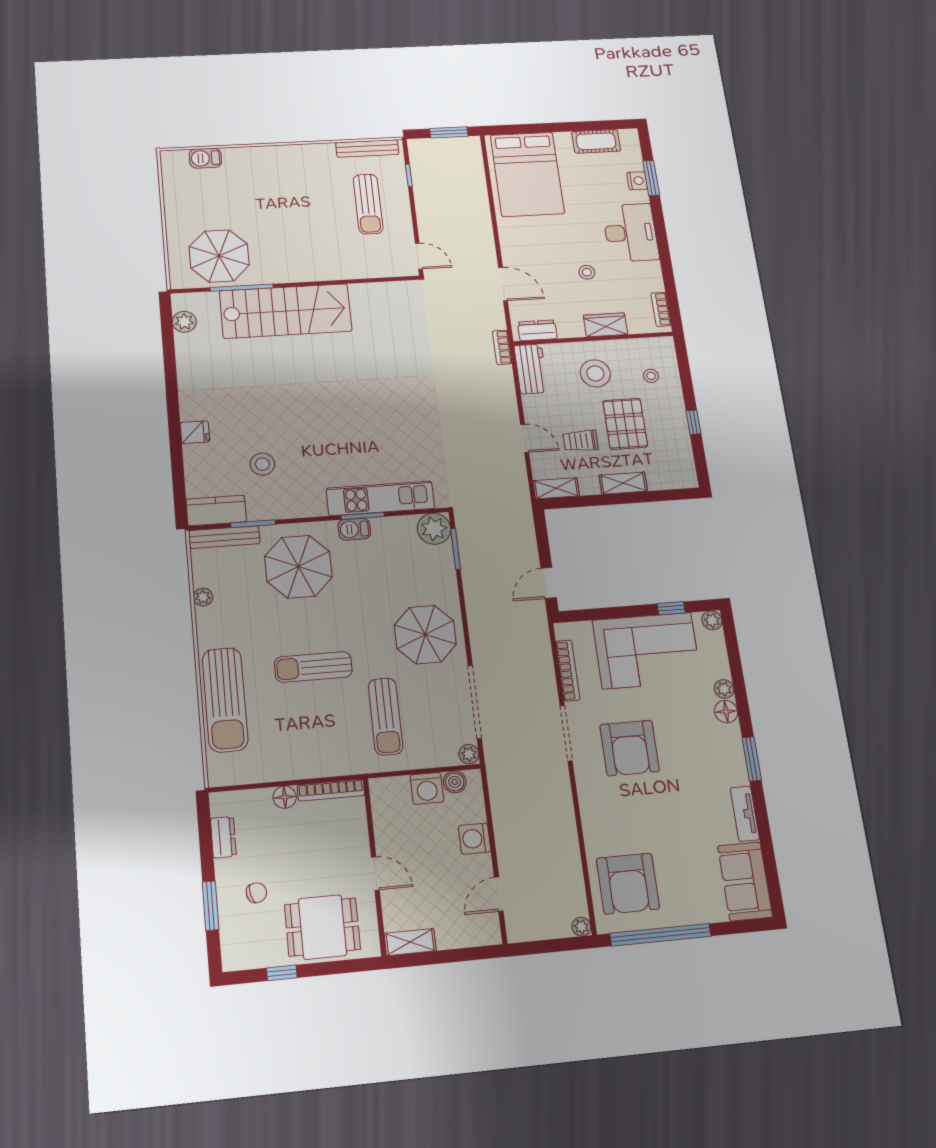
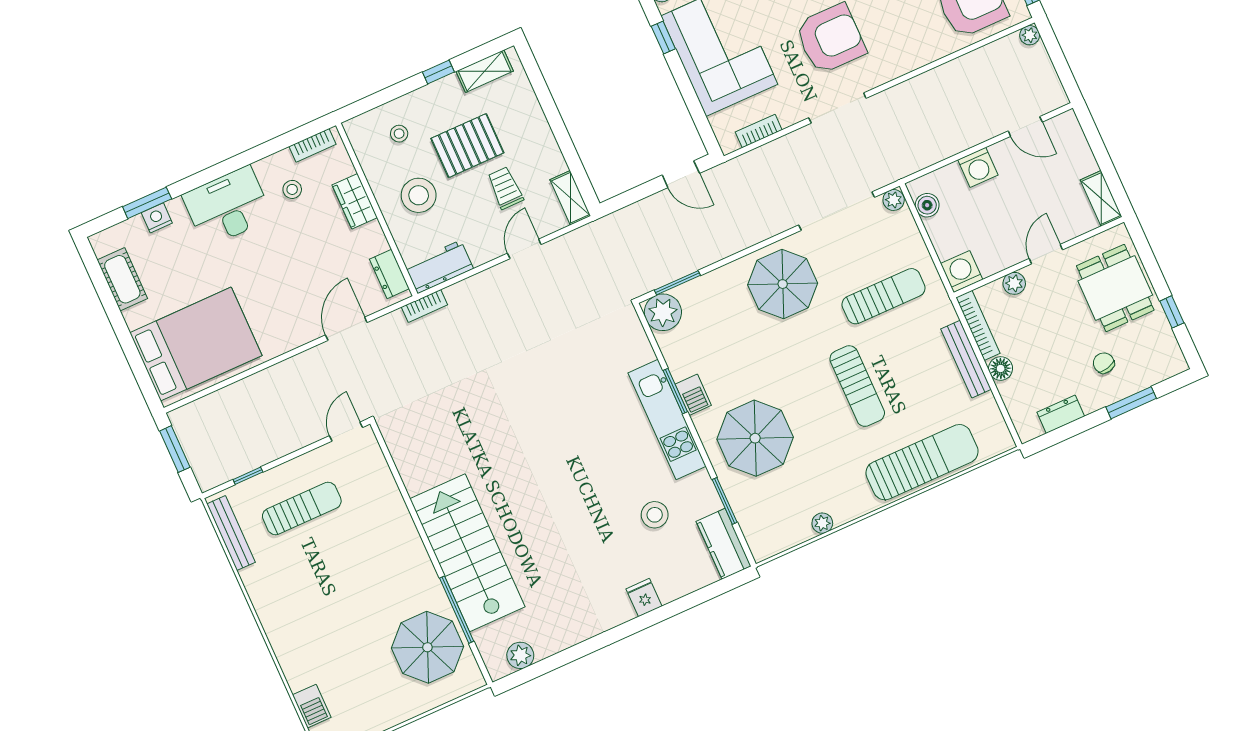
stool: (587, 272) -> (292, 189), moved
trolley: (581, 441) -> (505, 188), turned 180
shelving: (623, 483) -> (485, 71), moved, turned 90
kitchen unit: (380, 498) -> (667, 420), moved
bench: (224, 537) -> (966, 359), moved
bookcase: (568, 670) -> (759, 131), width x0.64
washing machine: (427, 788) -> (962, 272), moved, turned -90
plant: (358, 836) -> (1014, 283), added

